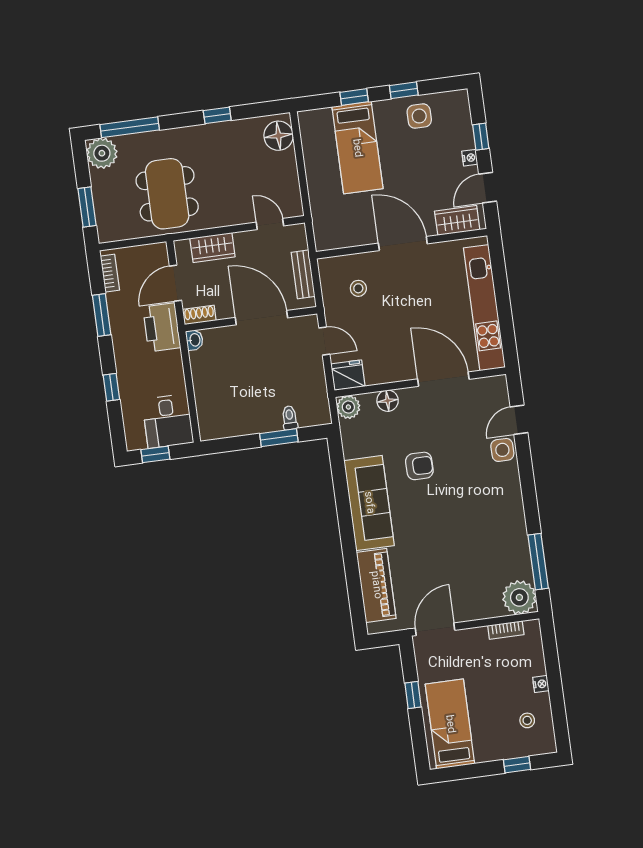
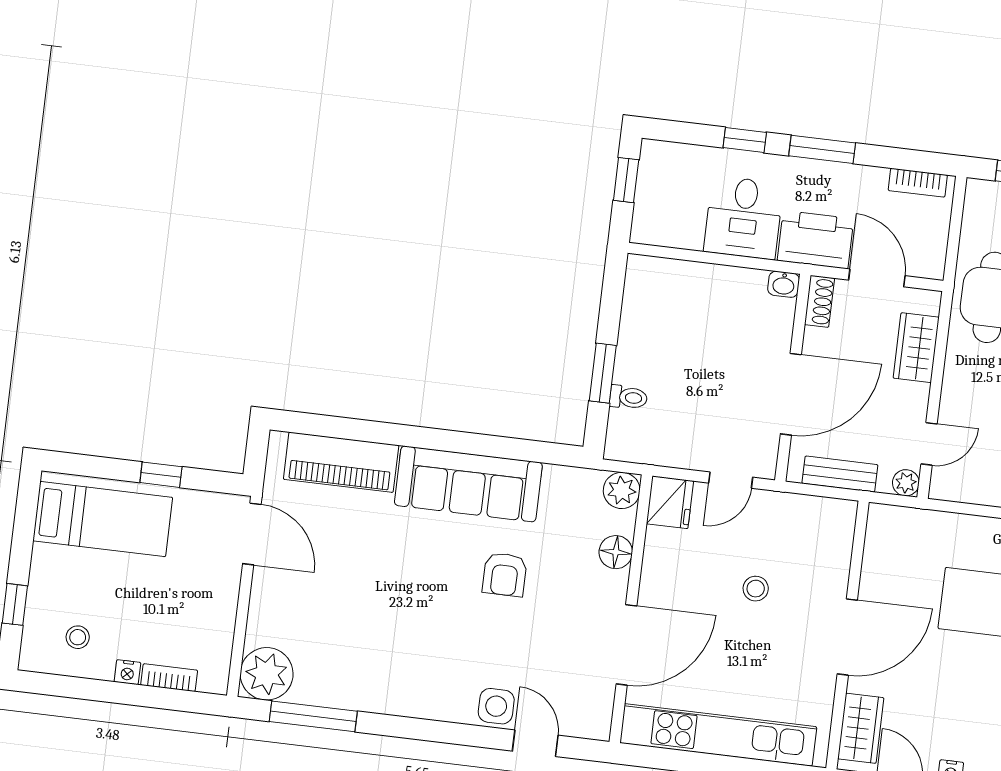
plant: (298, 232) -> (906, 483), added
stool: (358, 288) -> (756, 589), moved
window: (102, 315) -> (822, 149), moved
desk: (168, 421) -> (744, 218), moved, turned -90
bookcase: (506, 630) -> (169, 678), moved, turned 90

